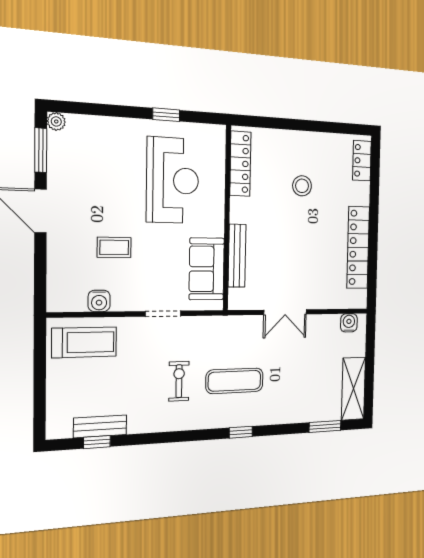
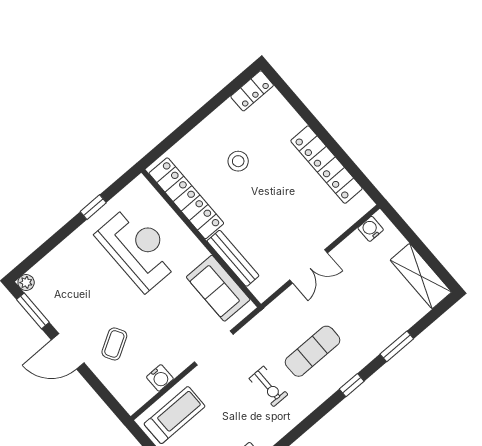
locker: (362, 161) -> (252, 91), moved, turned -90
locker: (240, 164) -> (186, 198), width x1.41, depth x1.21
coffee table: (114, 247) -> (114, 344), moved, turned -30
doorway: (163, 314) -> (214, 348), width x1.38
exercise bike: (179, 381) -> (268, 386), turned 180
window: (325, 426) -> (397, 346), moved

